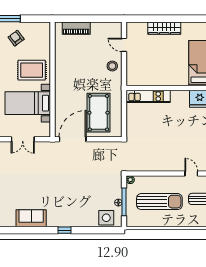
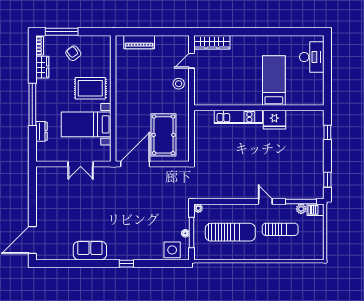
wardrobe: (164, 28) -> (212, 42), moved
door: (124, 45) -> (192, 61), hinge flipped
kitchen unit: (148, 96) -> (238, 117), moved

